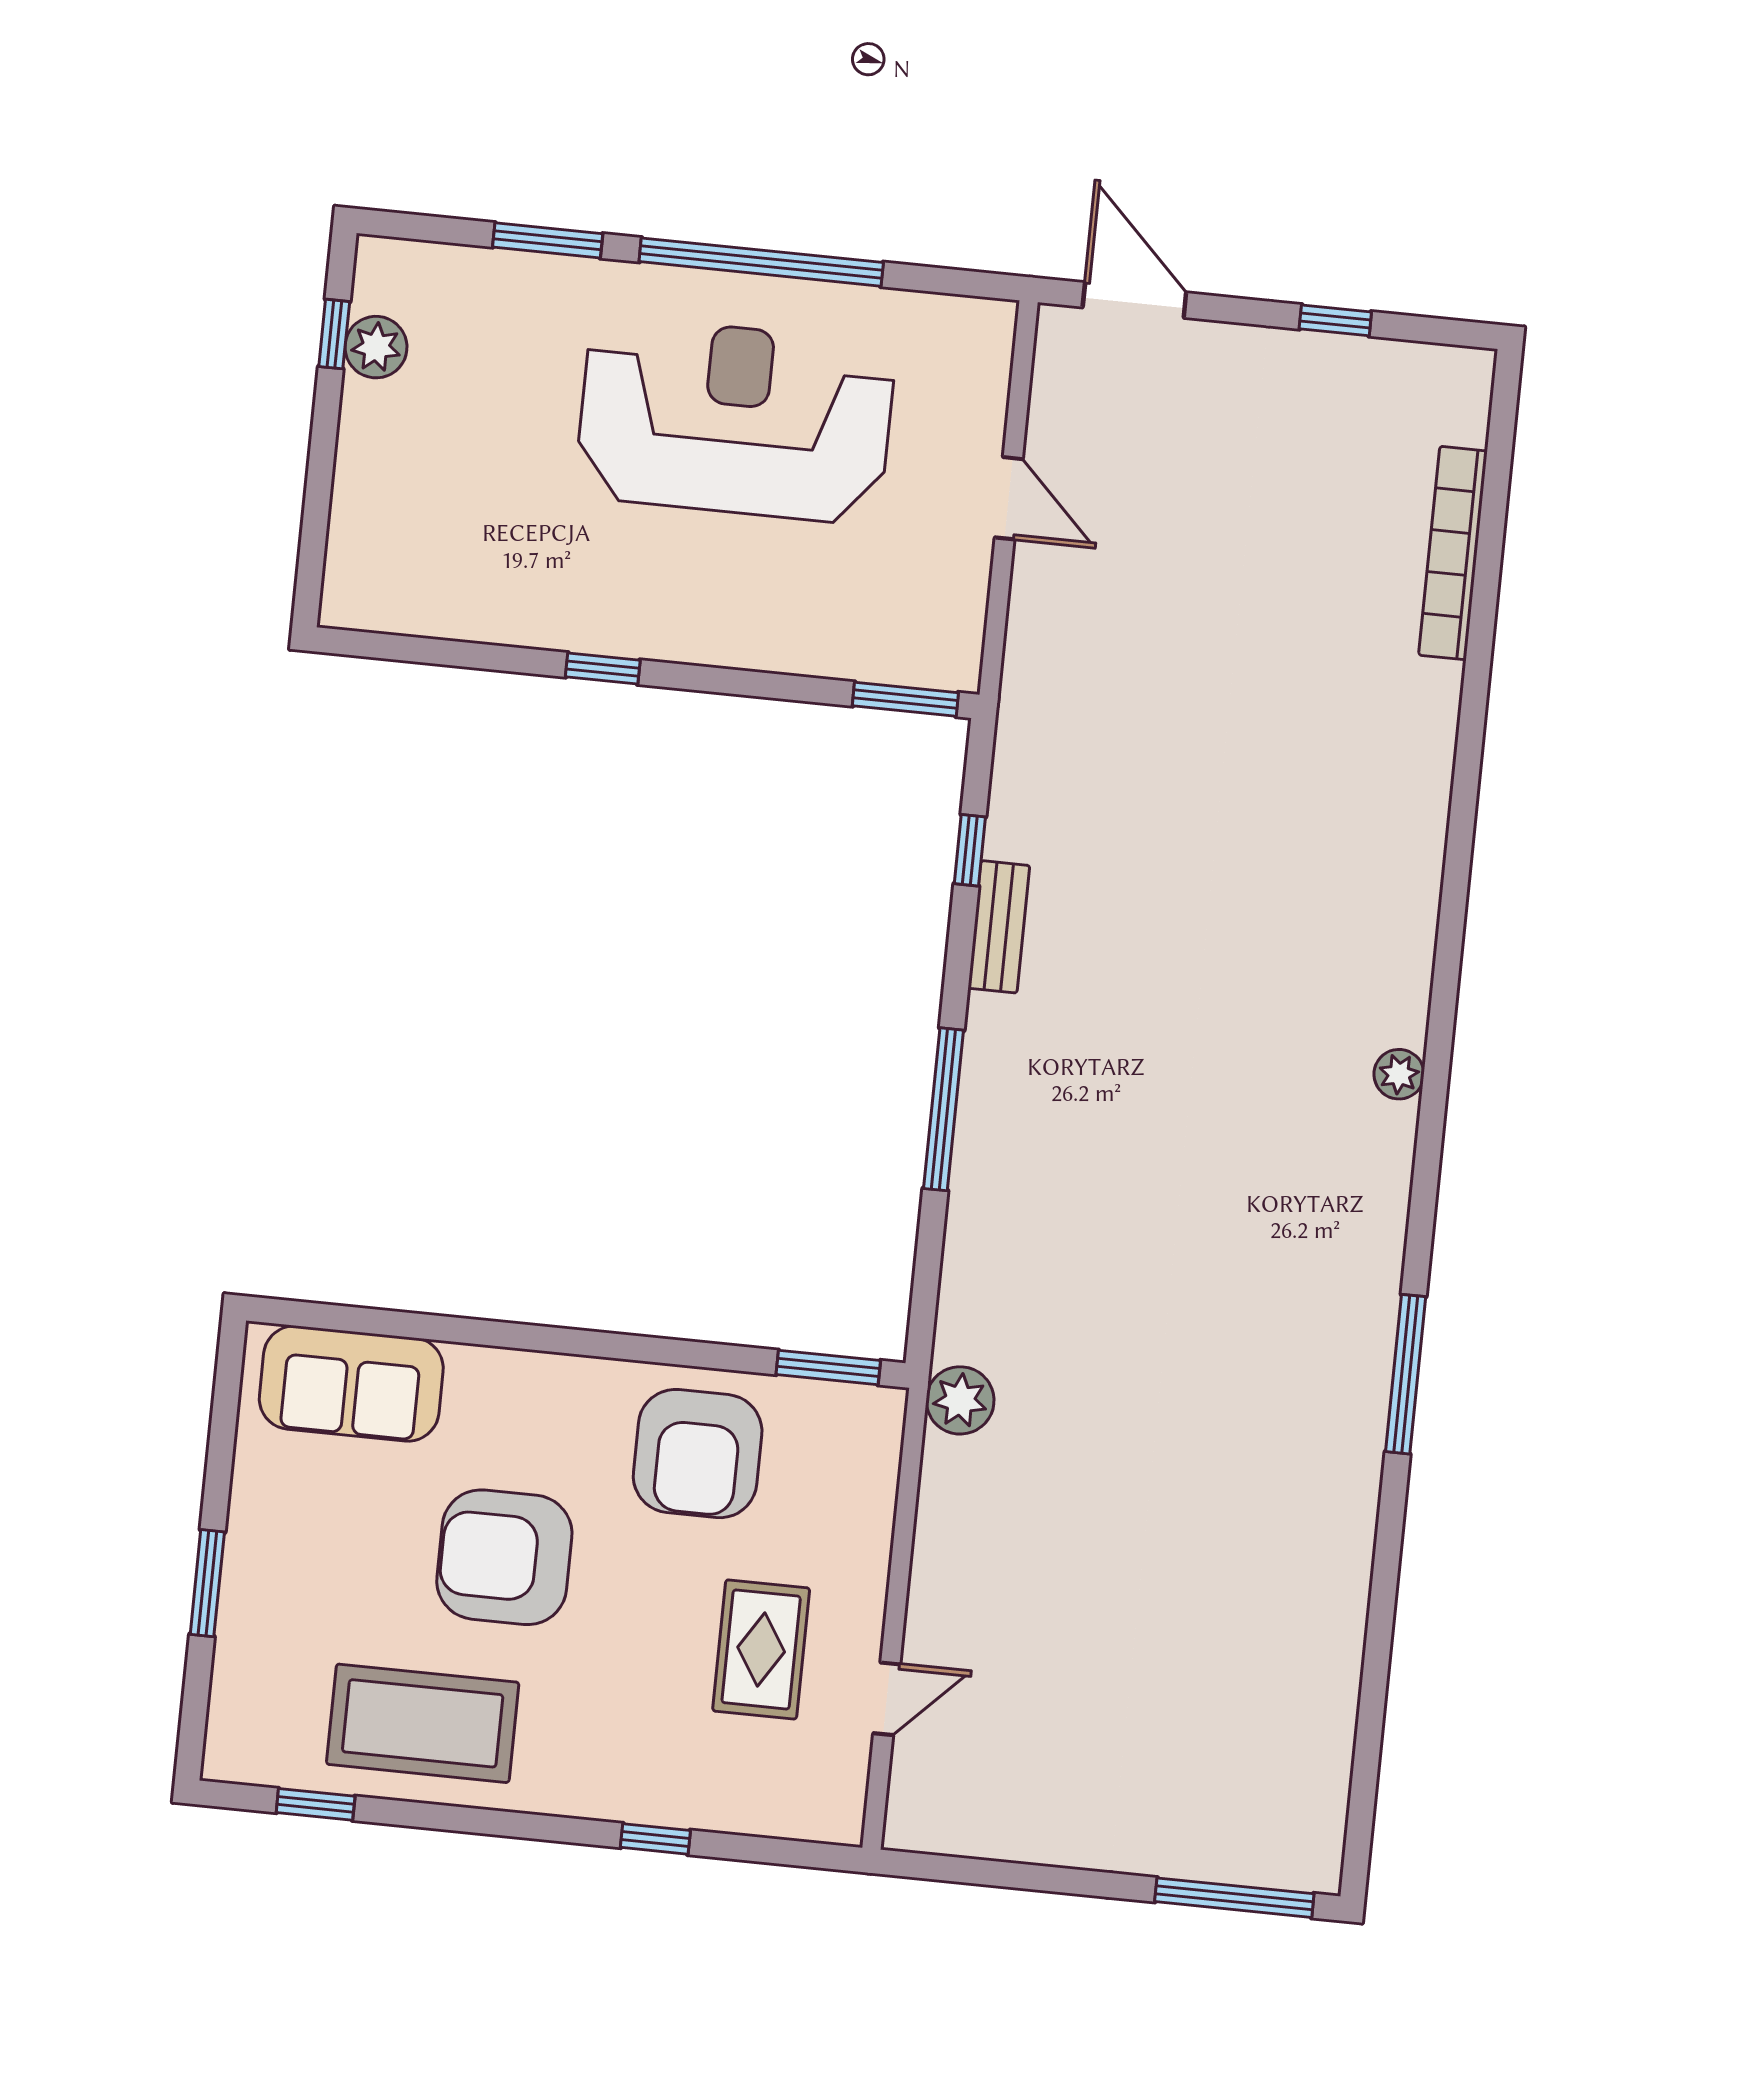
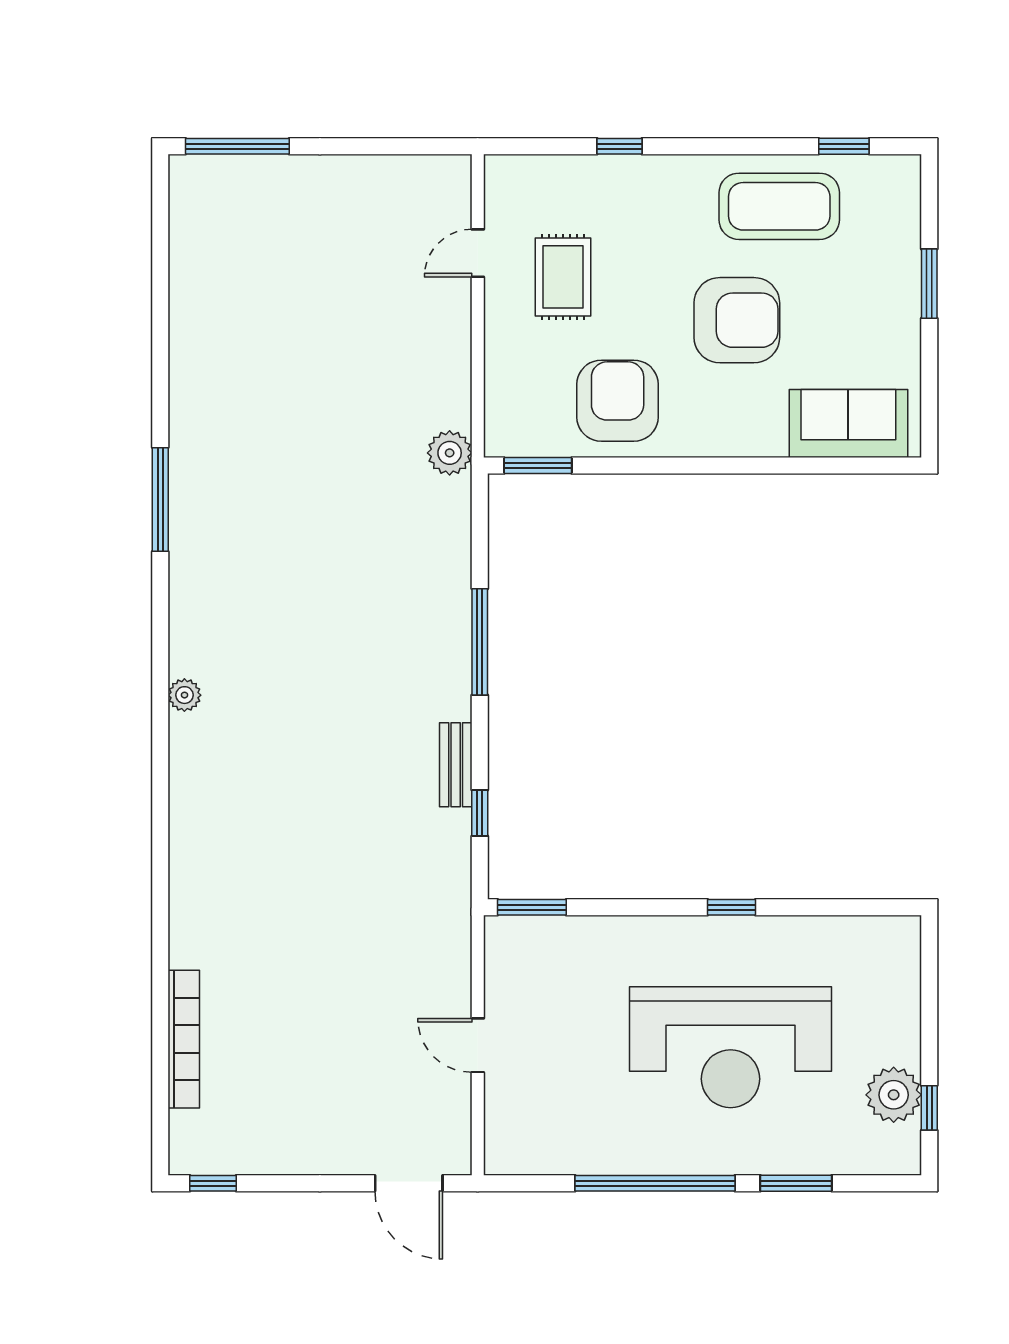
window: (1335, 320) -> (213, 1183), moved
plant: (376, 347) -> (894, 1095), width x1.36, depth x1.36
reception desk: (735, 420) -> (731, 1047), moved

